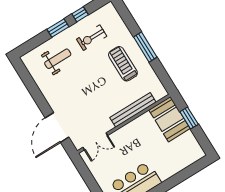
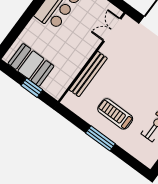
treadmill: (123, 64) -> (115, 114), turned 180
booth: (169, 119) -> (31, 65), moved

